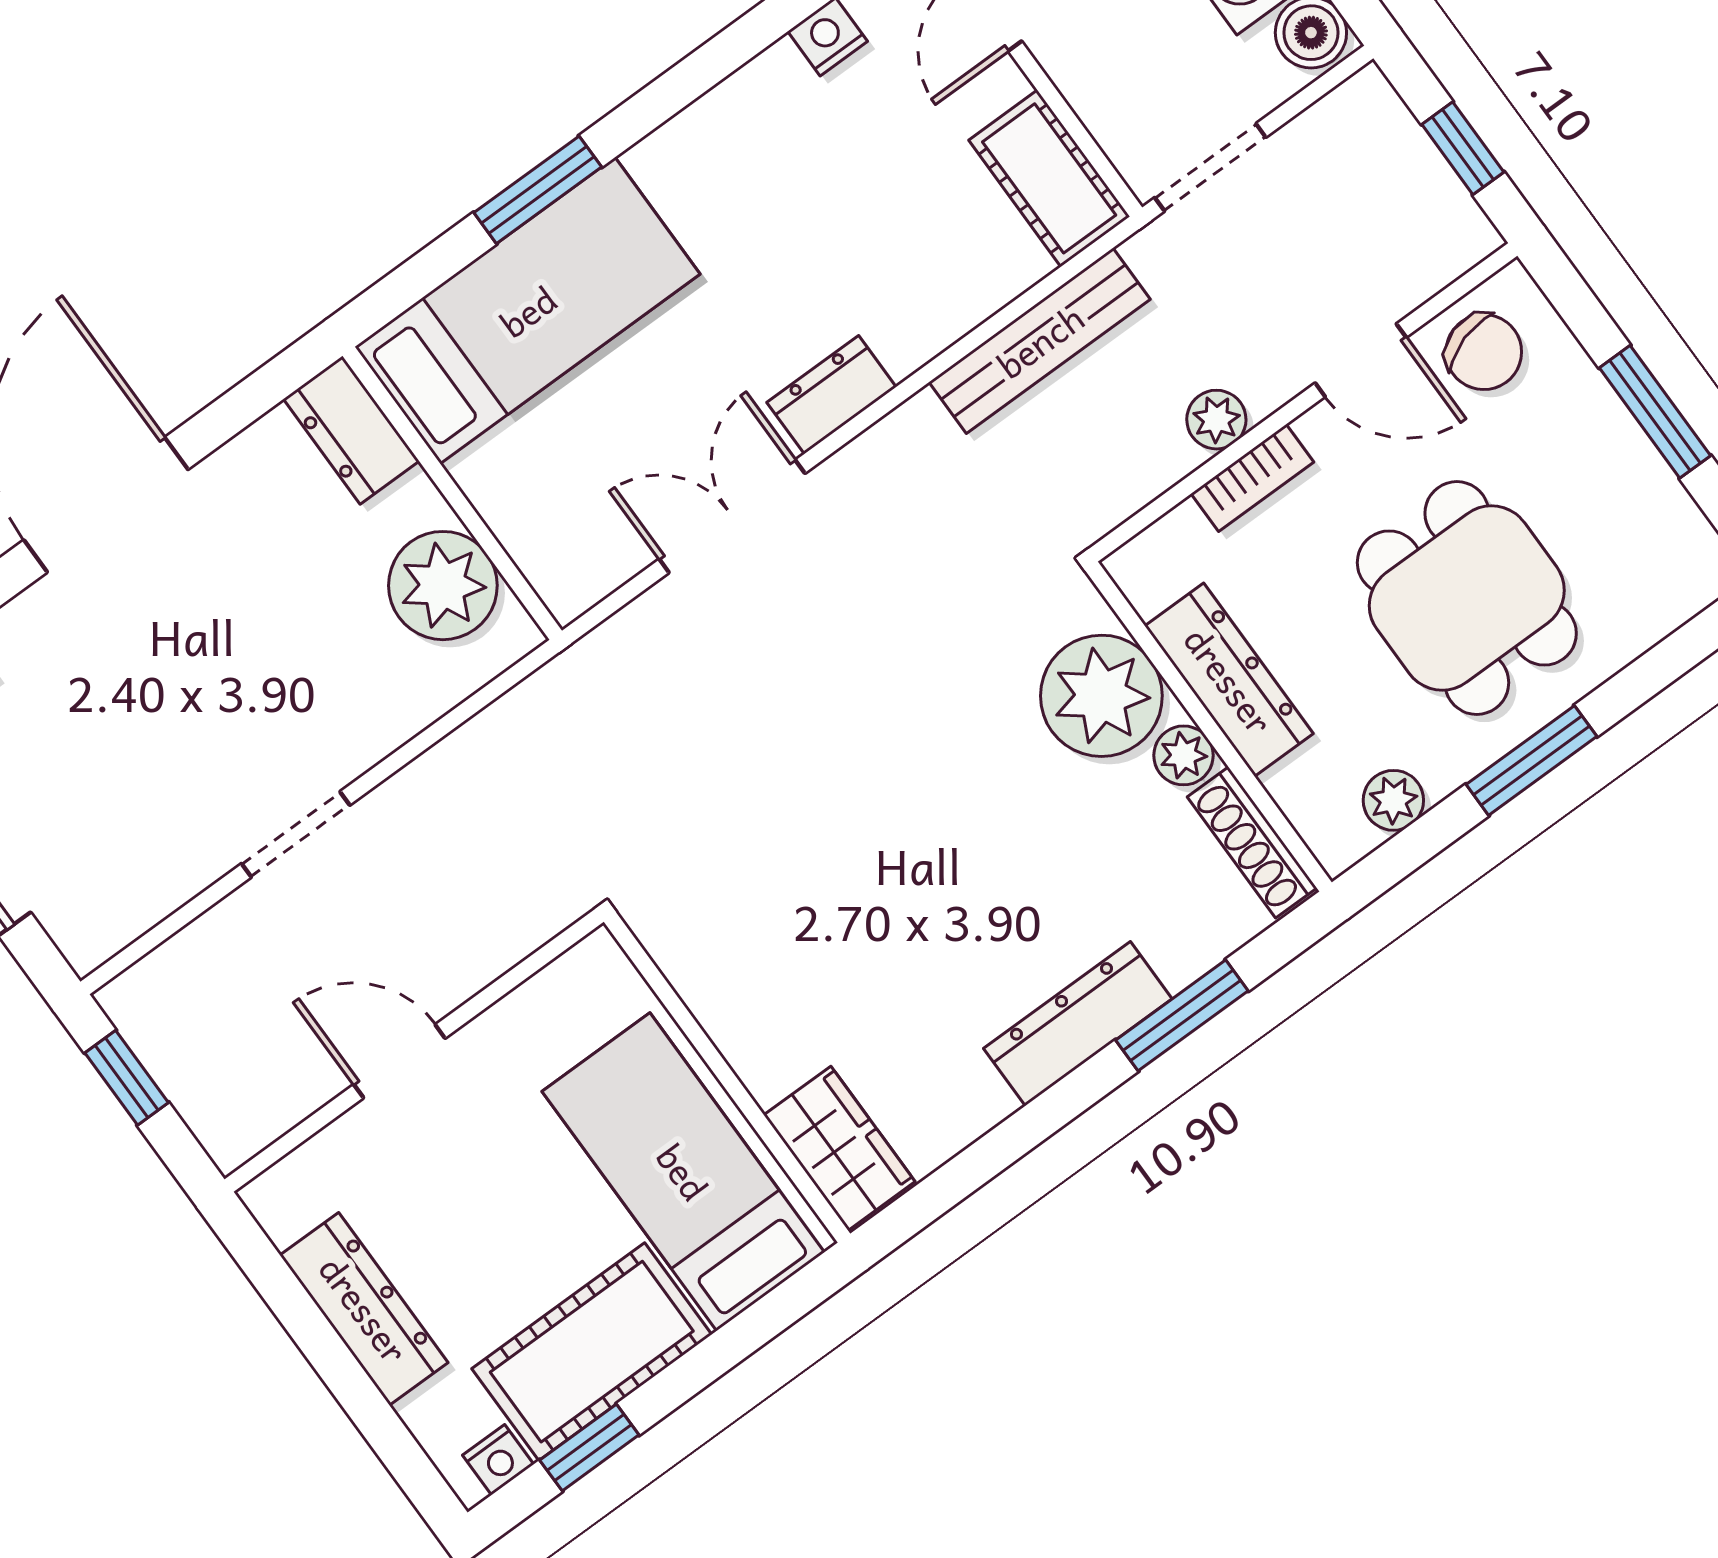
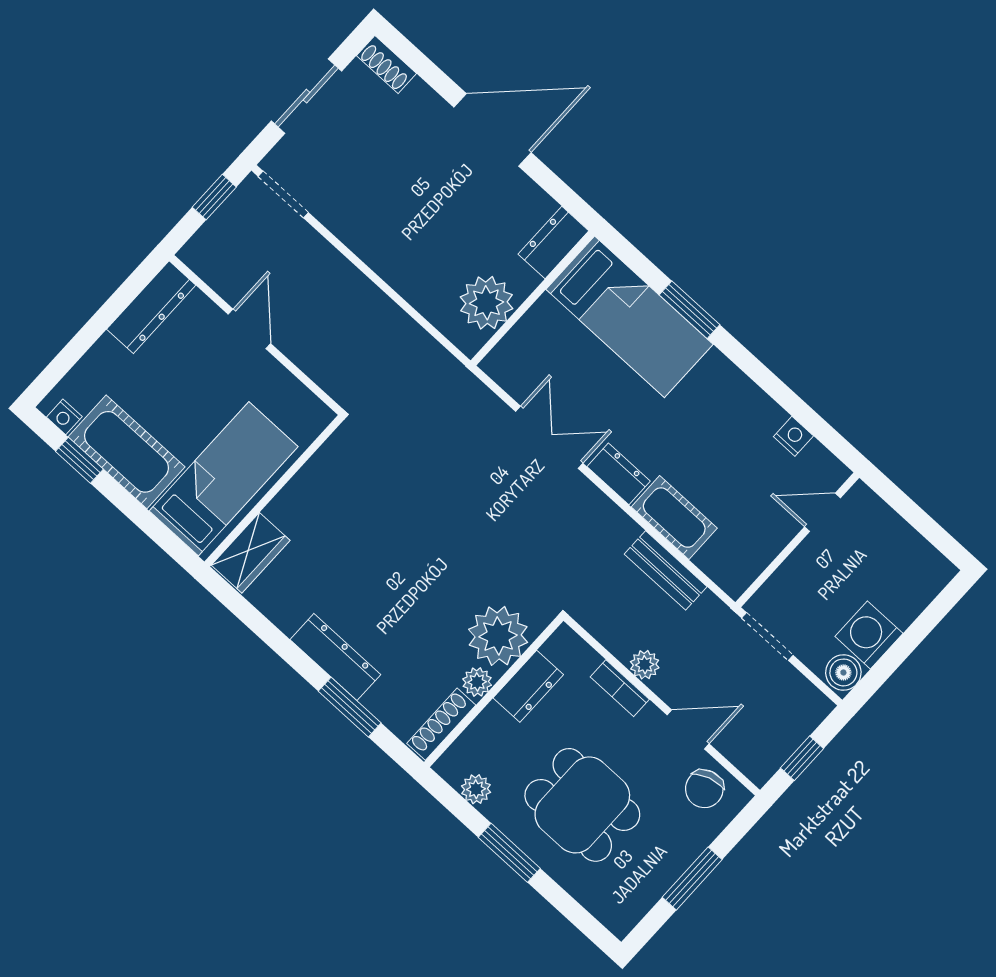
cot: (1049, 178) -> (674, 518), moved, turned 90
bench: (1040, 341) -> (666, 570), width x0.73
door: (1361, 360) -> (688, 729), swing flipped
dining table: (1467, 598) -> (582, 805), turned 90
dresser: (1229, 680) -> (528, 686), width x0.70
doorway: (296, 834) -> (283, 194), moved
dresser: (364, 1309) -> (151, 307), moved

